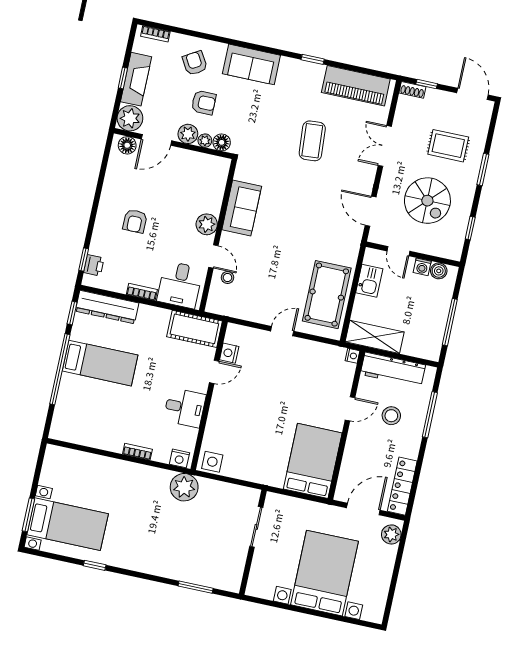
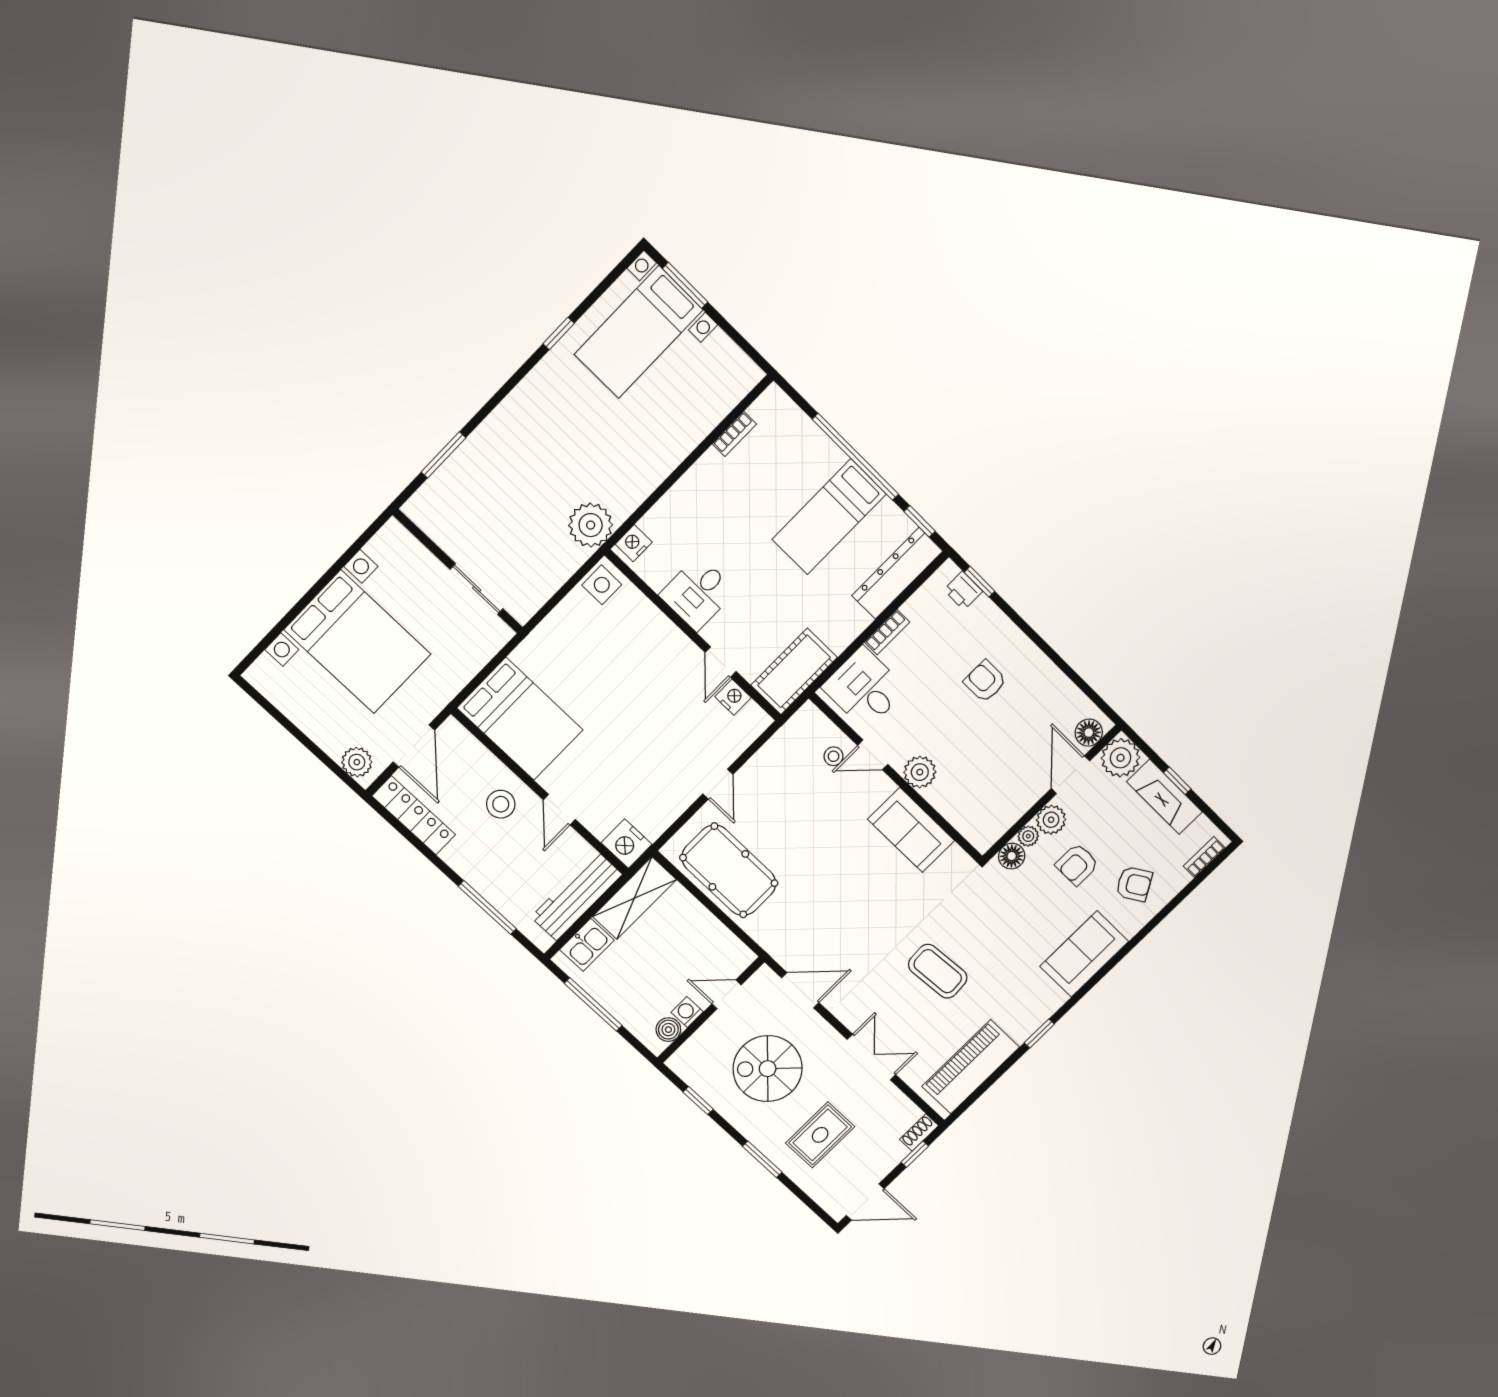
kitchen sink: (369, 281) -> (587, 945), moved, turned -90
nightstand: (352, 356) -> (627, 844), width x1.89, depth x1.79
stool: (391, 416) -> (501, 804), moved
bookcase: (137, 452) -> (734, 434), moved

